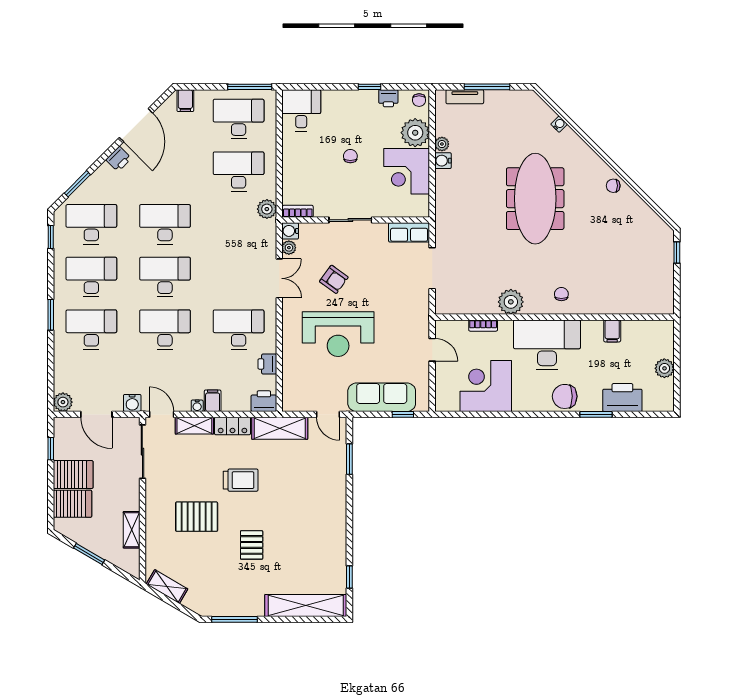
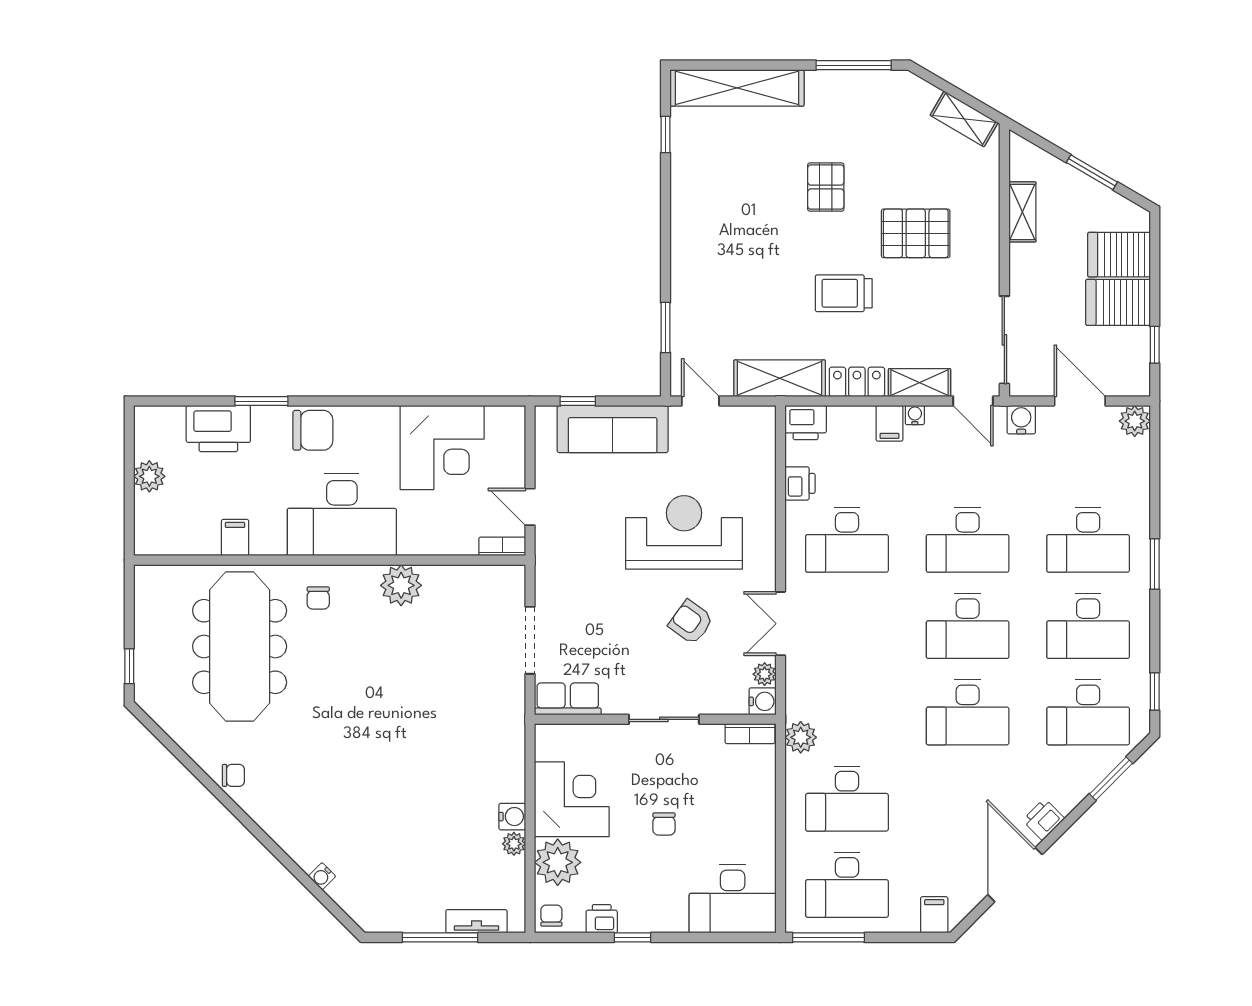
desk: (301, 110) -> (733, 899), width x1.37
meeting table: (535, 199) -> (240, 646), moved
bookcase: (483, 326) -> (502, 546), moved

